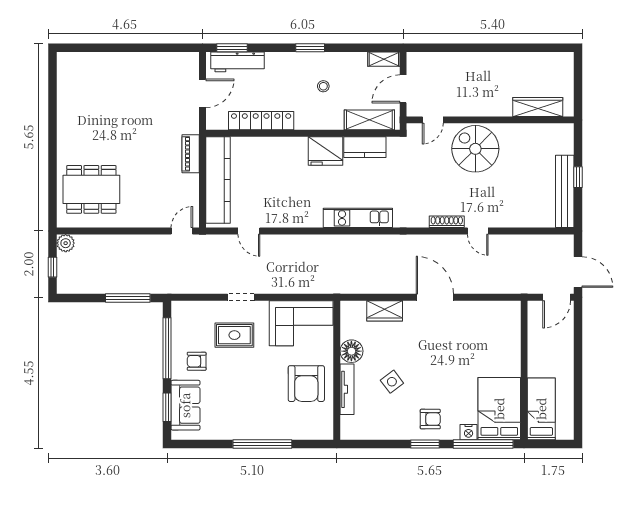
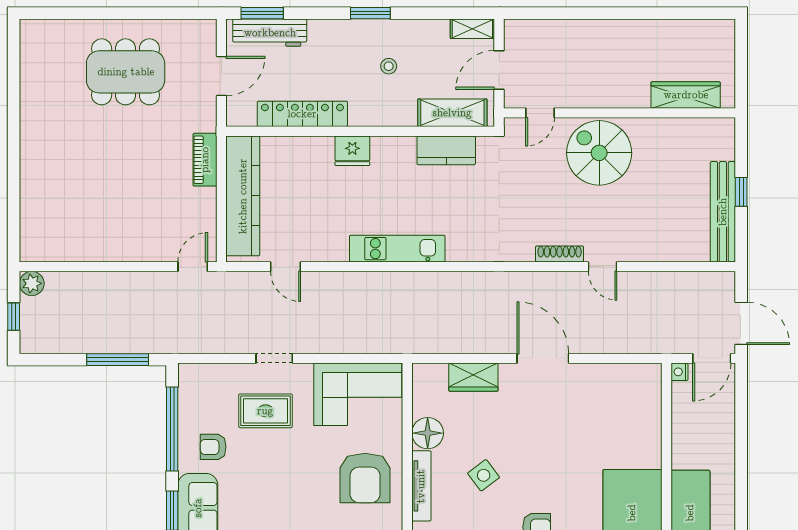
fridge: (326, 151) -> (352, 151), moved, width x0.73, depth x0.75
dining table: (91, 189) -> (126, 72), moved
kitchen unit: (358, 218) -> (397, 249), moved
nightstand: (533, 307) -> (680, 372), added

